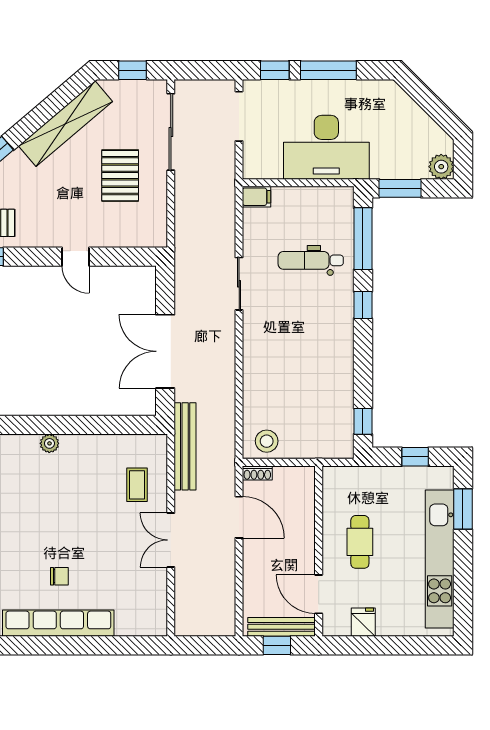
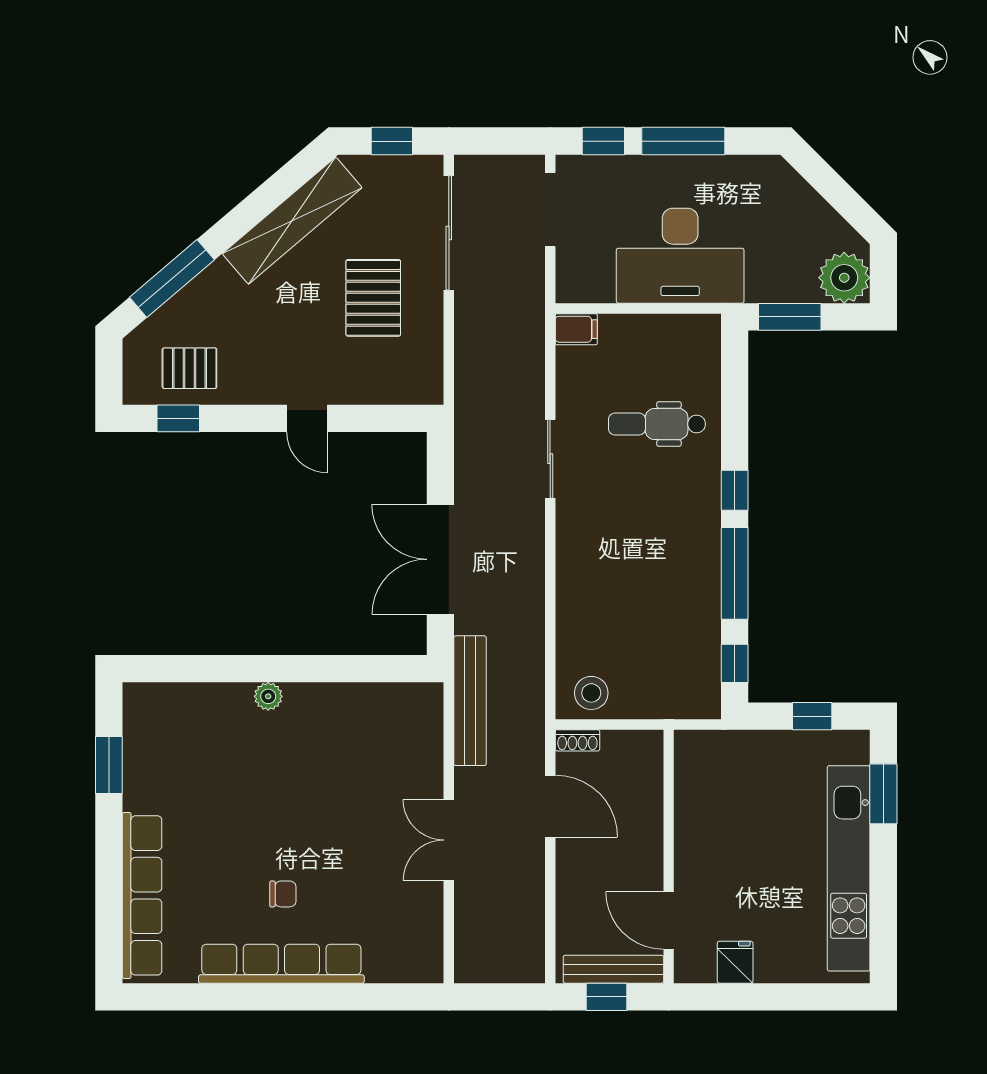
plant: (441, 167) -> (844, 278), width x1.36, depth x1.36
window: (363, 239) -> (735, 573), moved
coffee table: (137, 485) -> (398, 758), removed
cafe table: (360, 542) -> (730, 843), removed

